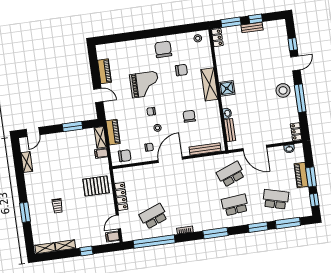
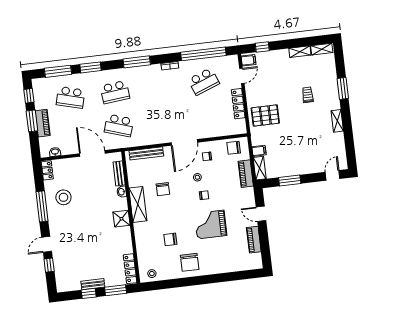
locker: (217, 38) -> (130, 269), width x1.53
shelving: (210, 84) -> (138, 204), moved
stool: (283, 90) -> (63, 197), moved
shelving: (27, 162) -> (337, 121), moved
school desk: (231, 174) -> (119, 125), turned 39
window: (86, 251) -> (262, 47), moved

